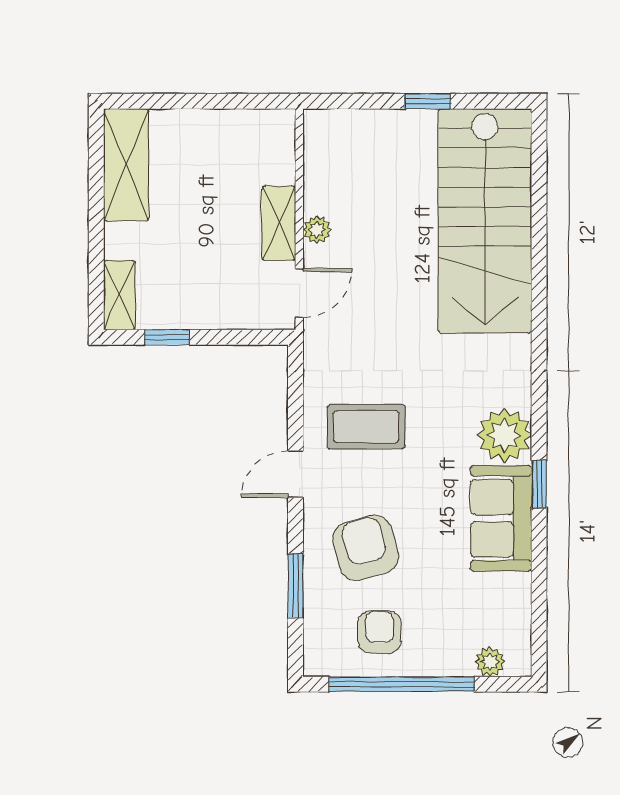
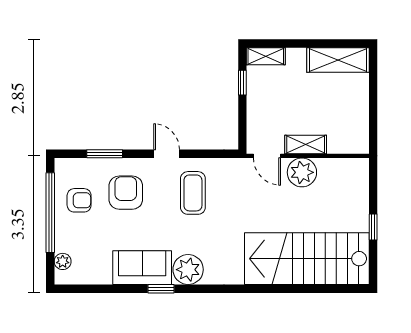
plant: (317, 230) -> (302, 172), width x1.87, depth x1.87
armchair: (366, 548) -> (126, 193), turned -75

